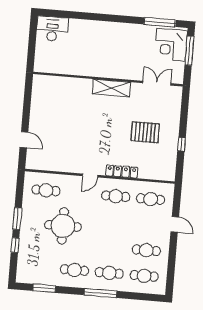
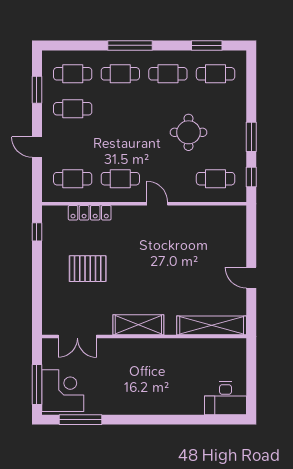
shelving: (58, 83) -> (212, 325), added
door: (24, 140) -> (251, 278), moved
window: (182, 144) -> (37, 232), moved
locker: (122, 172) -> (90, 213), moved
door: (90, 175) -> (157, 204), hinge flipped
round table: (63, 226) -> (189, 132), width x0.73, depth x0.73
window: (15, 245) -> (251, 177), moved
window: (171, 266) -> (37, 90), added
cafe table: (40, 267) -> (216, 74), added

